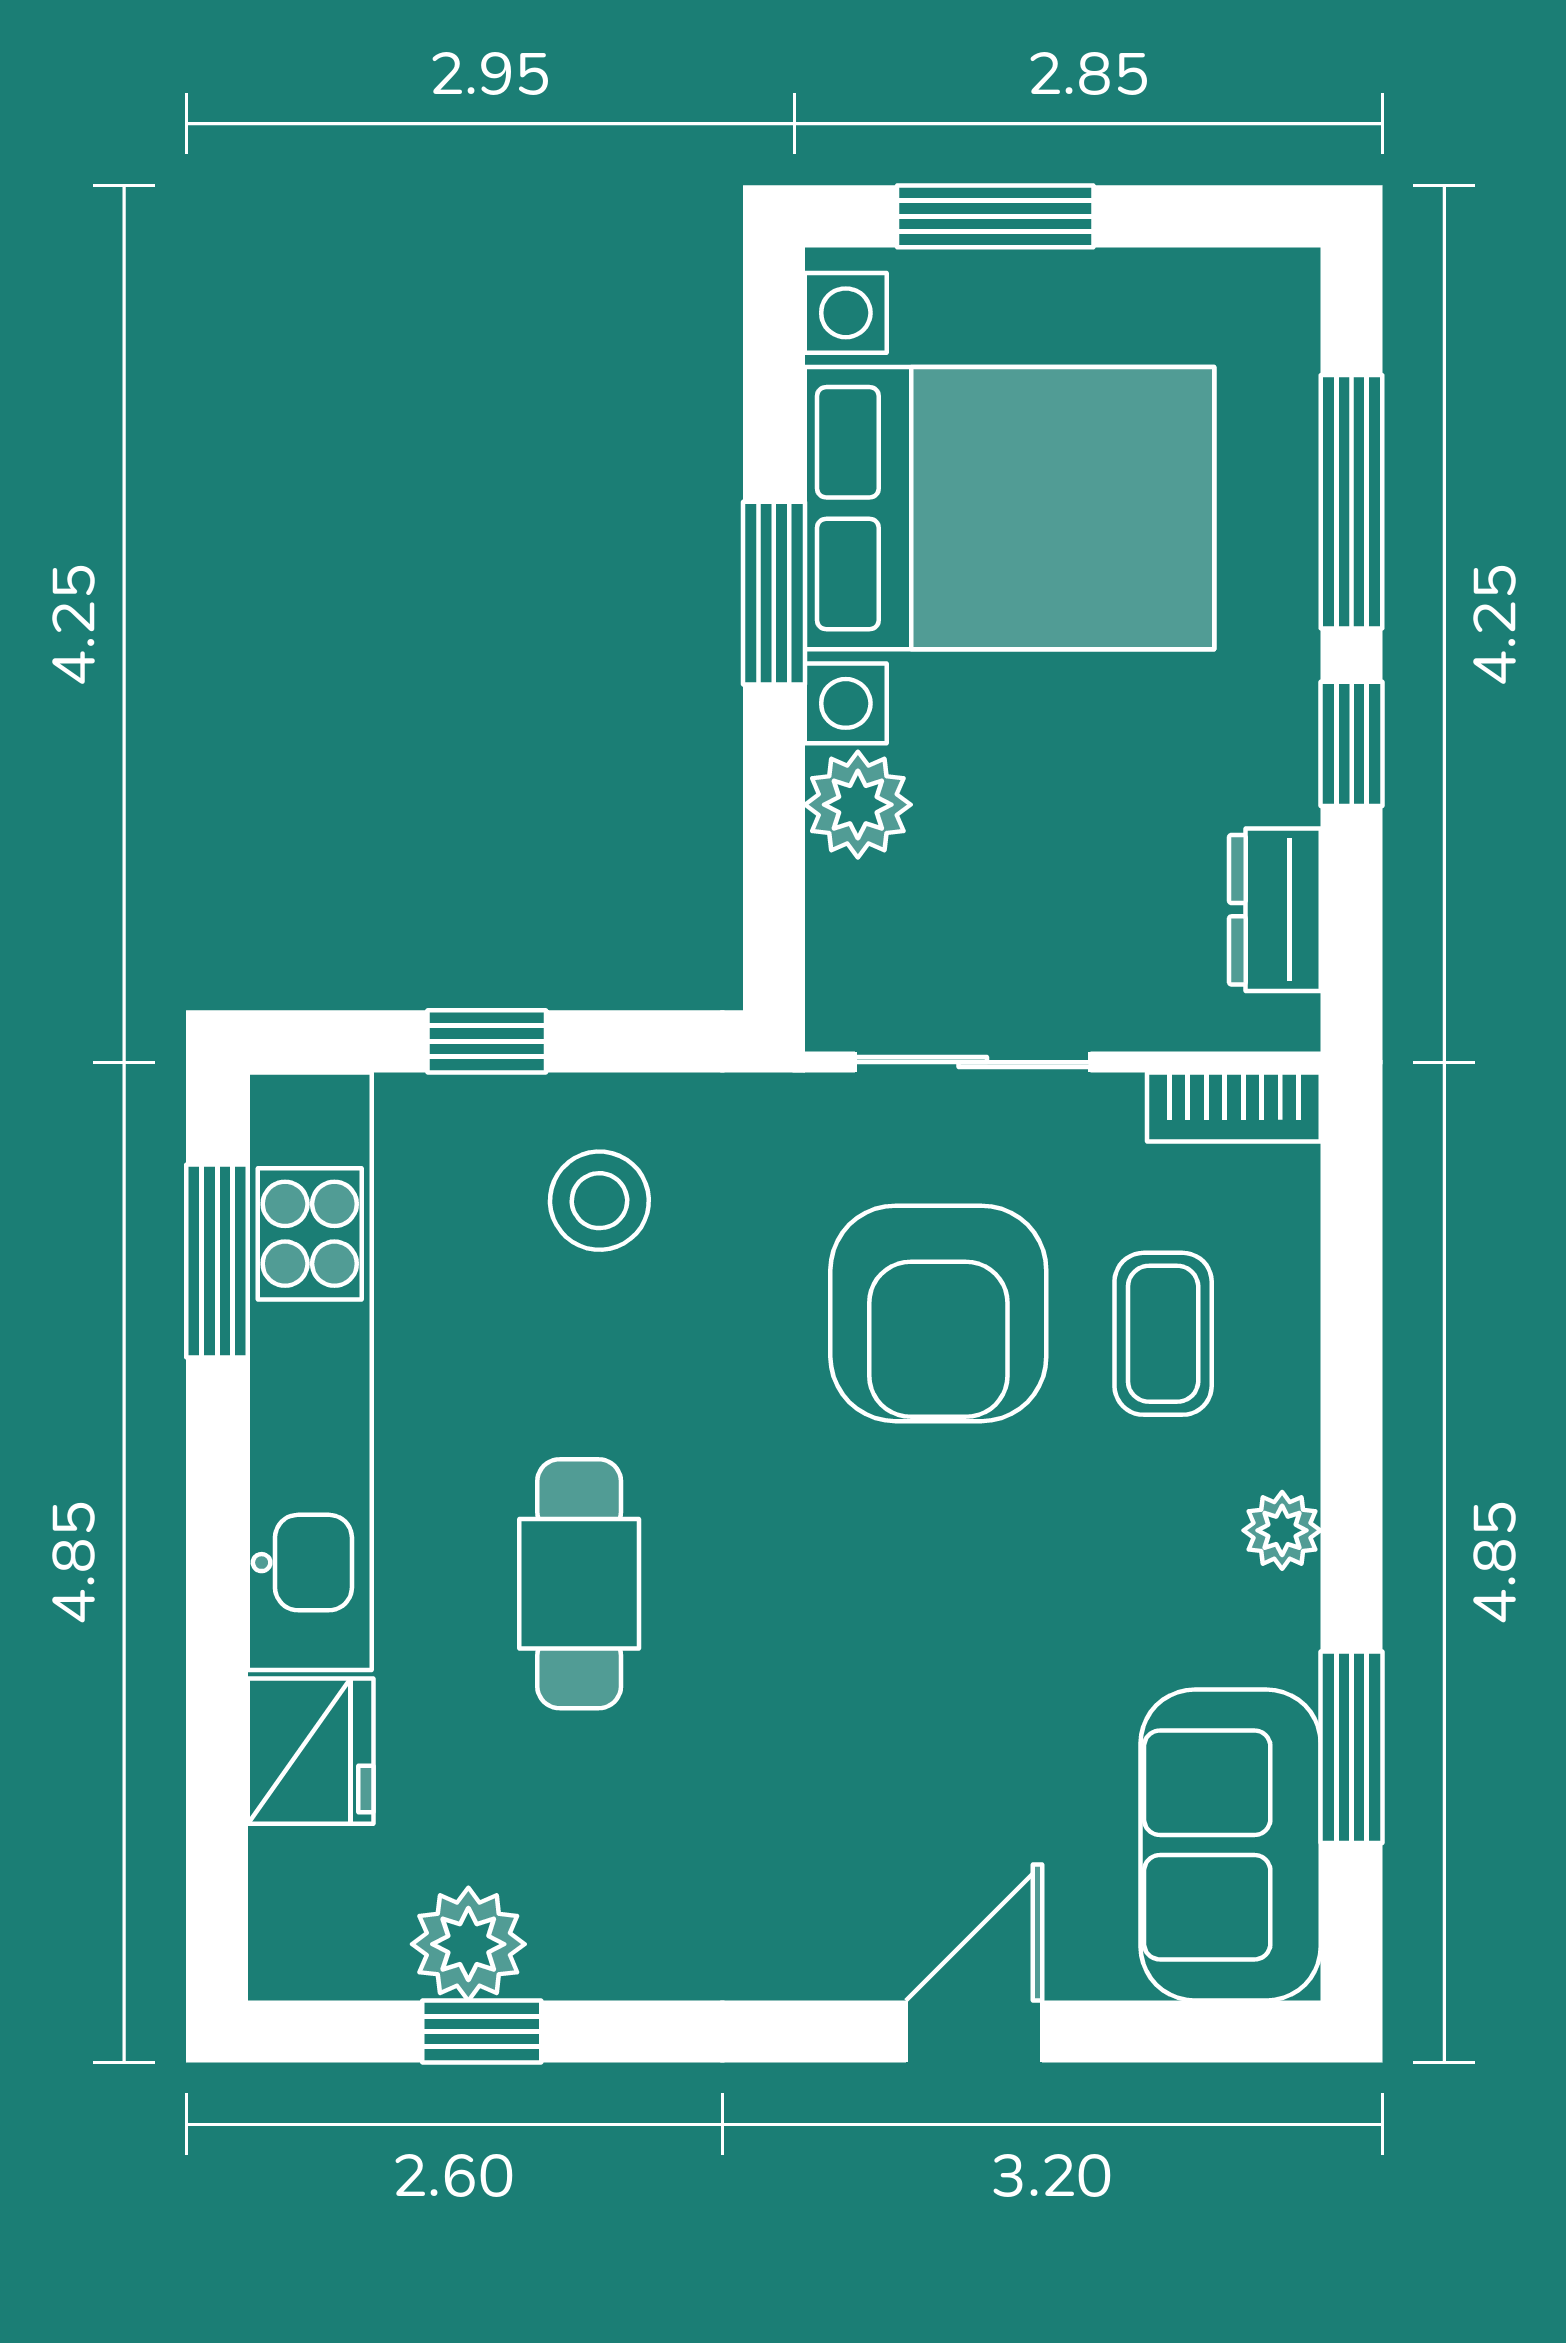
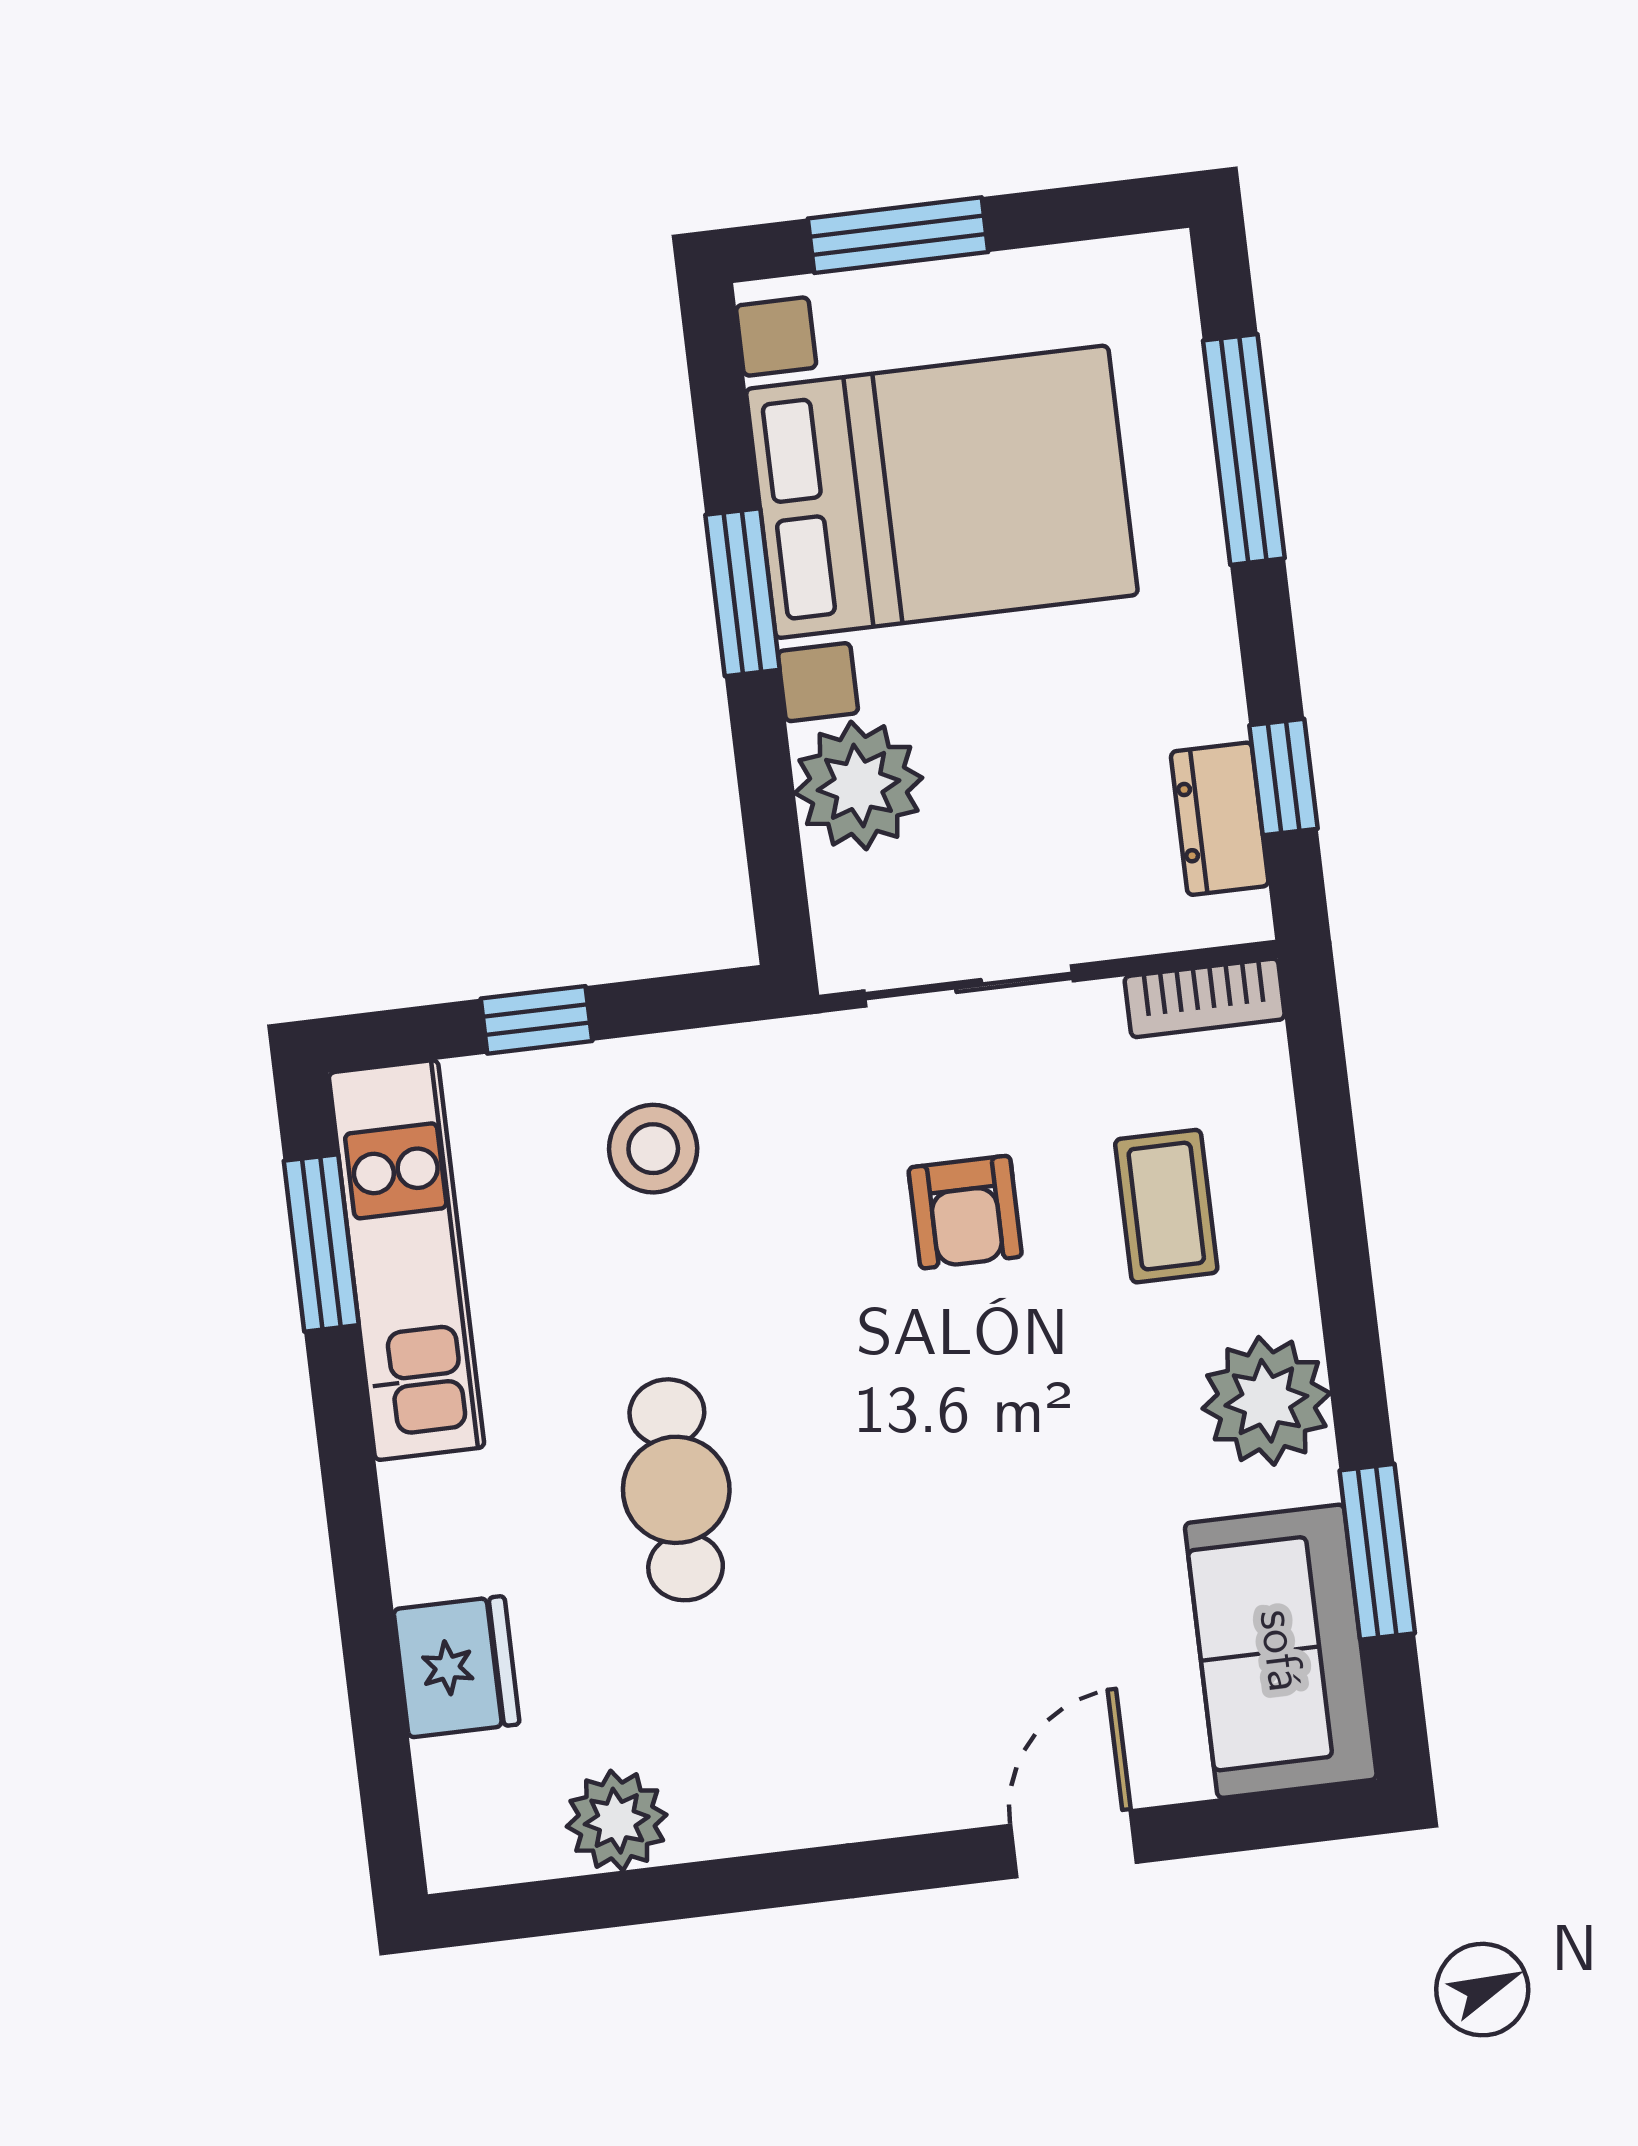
window: (1352, 744) -> (1284, 777), moved
plant: (858, 805) -> (859, 785), width x1.36, depth x1.36
armchair: (938, 1313) -> (965, 1212), width x0.53, depth x0.53
kitchen unit: (310, 1371) -> (407, 1260), width x0.73
plant: (1282, 1530) -> (1266, 1401), width x1.88, depth x1.88
window: (482, 2032) -> (638, 1897), removed

